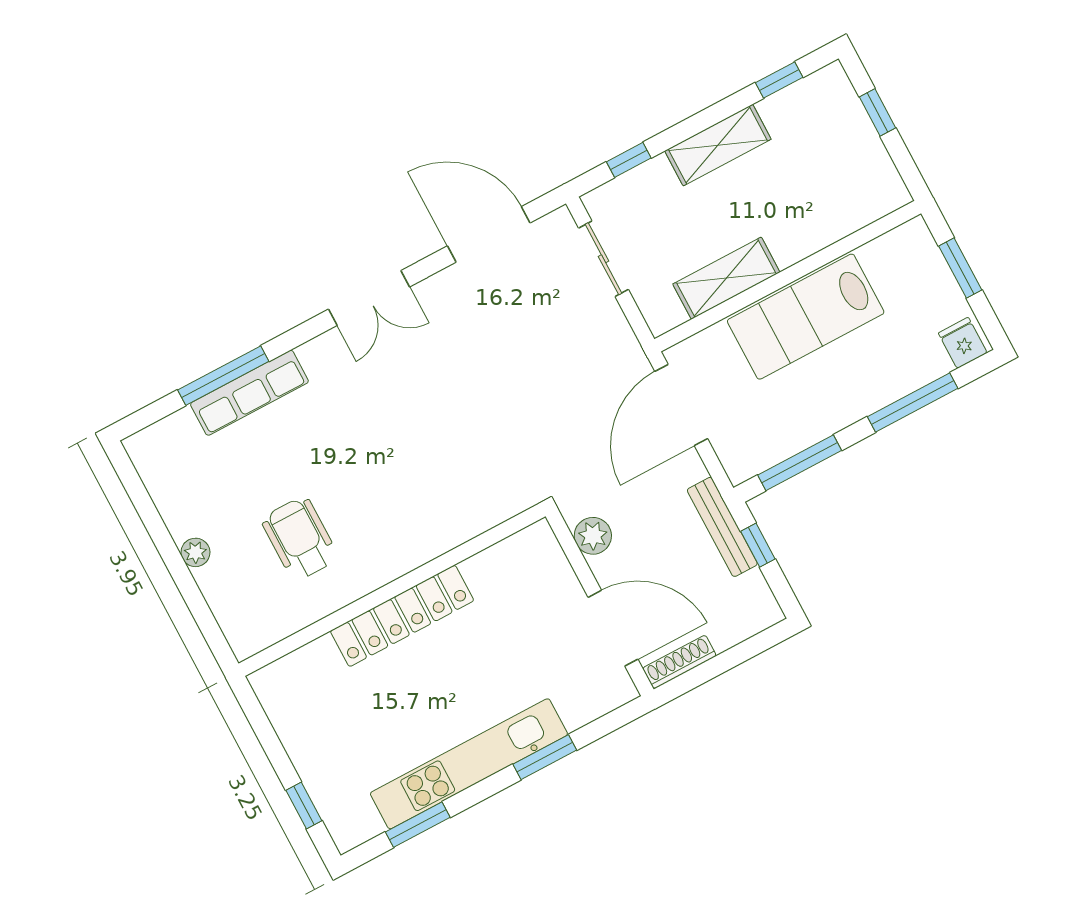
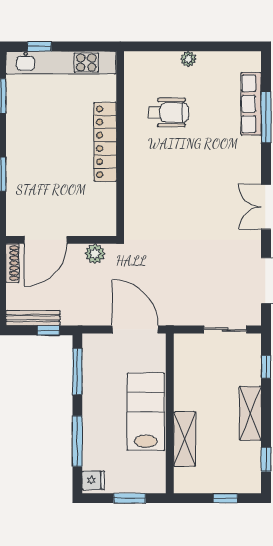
shelving: (726, 278) -> (184, 439), moved
row of seats: (249, 393) -> (251, 104), moved
bench: (722, 527) -> (33, 318), moved
kitchen unit: (469, 764) -> (61, 63), moved, turned 90

